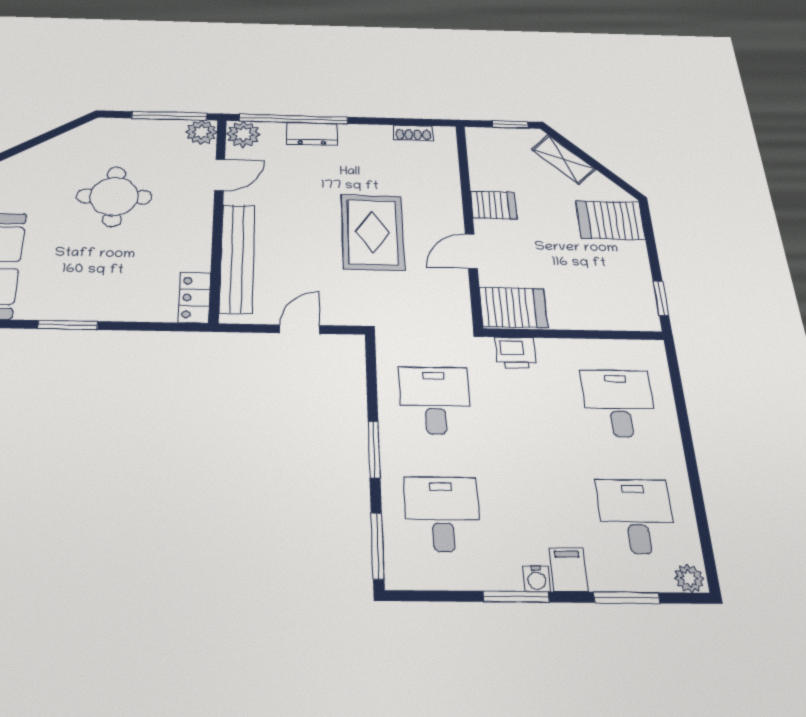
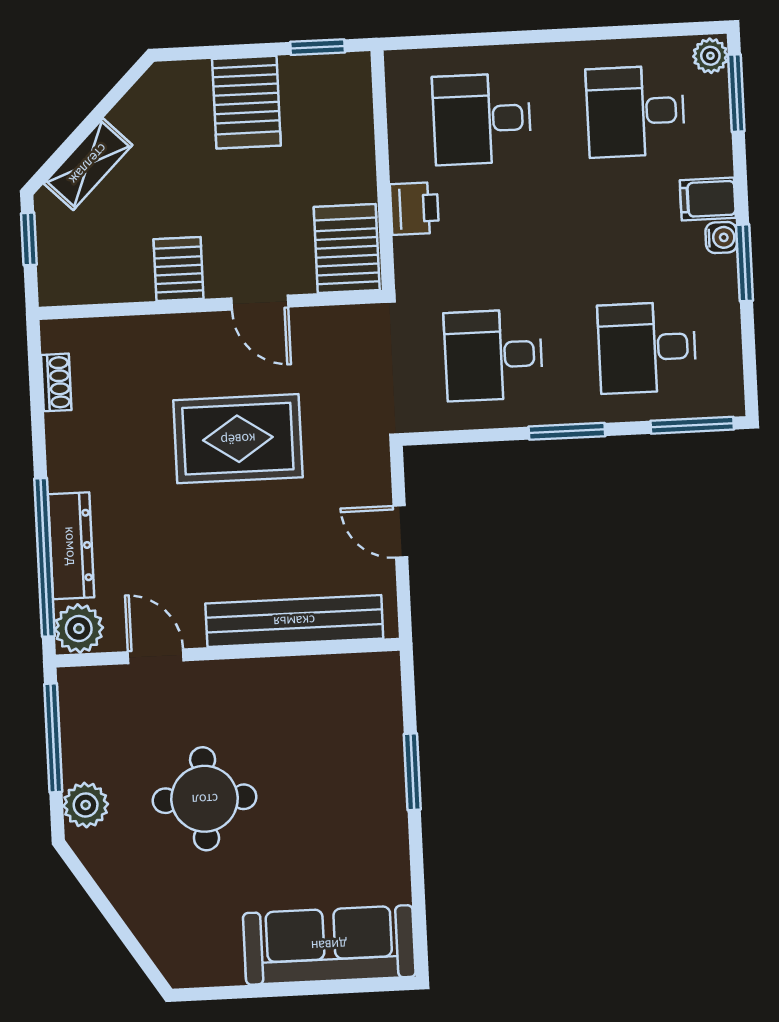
plant: (201, 132) -> (86, 805), moved
dresser: (312, 134) -> (71, 546), width x1.44
server rack: (610, 220) -> (246, 102), moved
locker: (195, 297) -> (361, 673), removed
window: (68, 325) -> (412, 772), moved
printer: (516, 353) -> (414, 209), moved
window: (627, 598) -> (736, 93), moved

